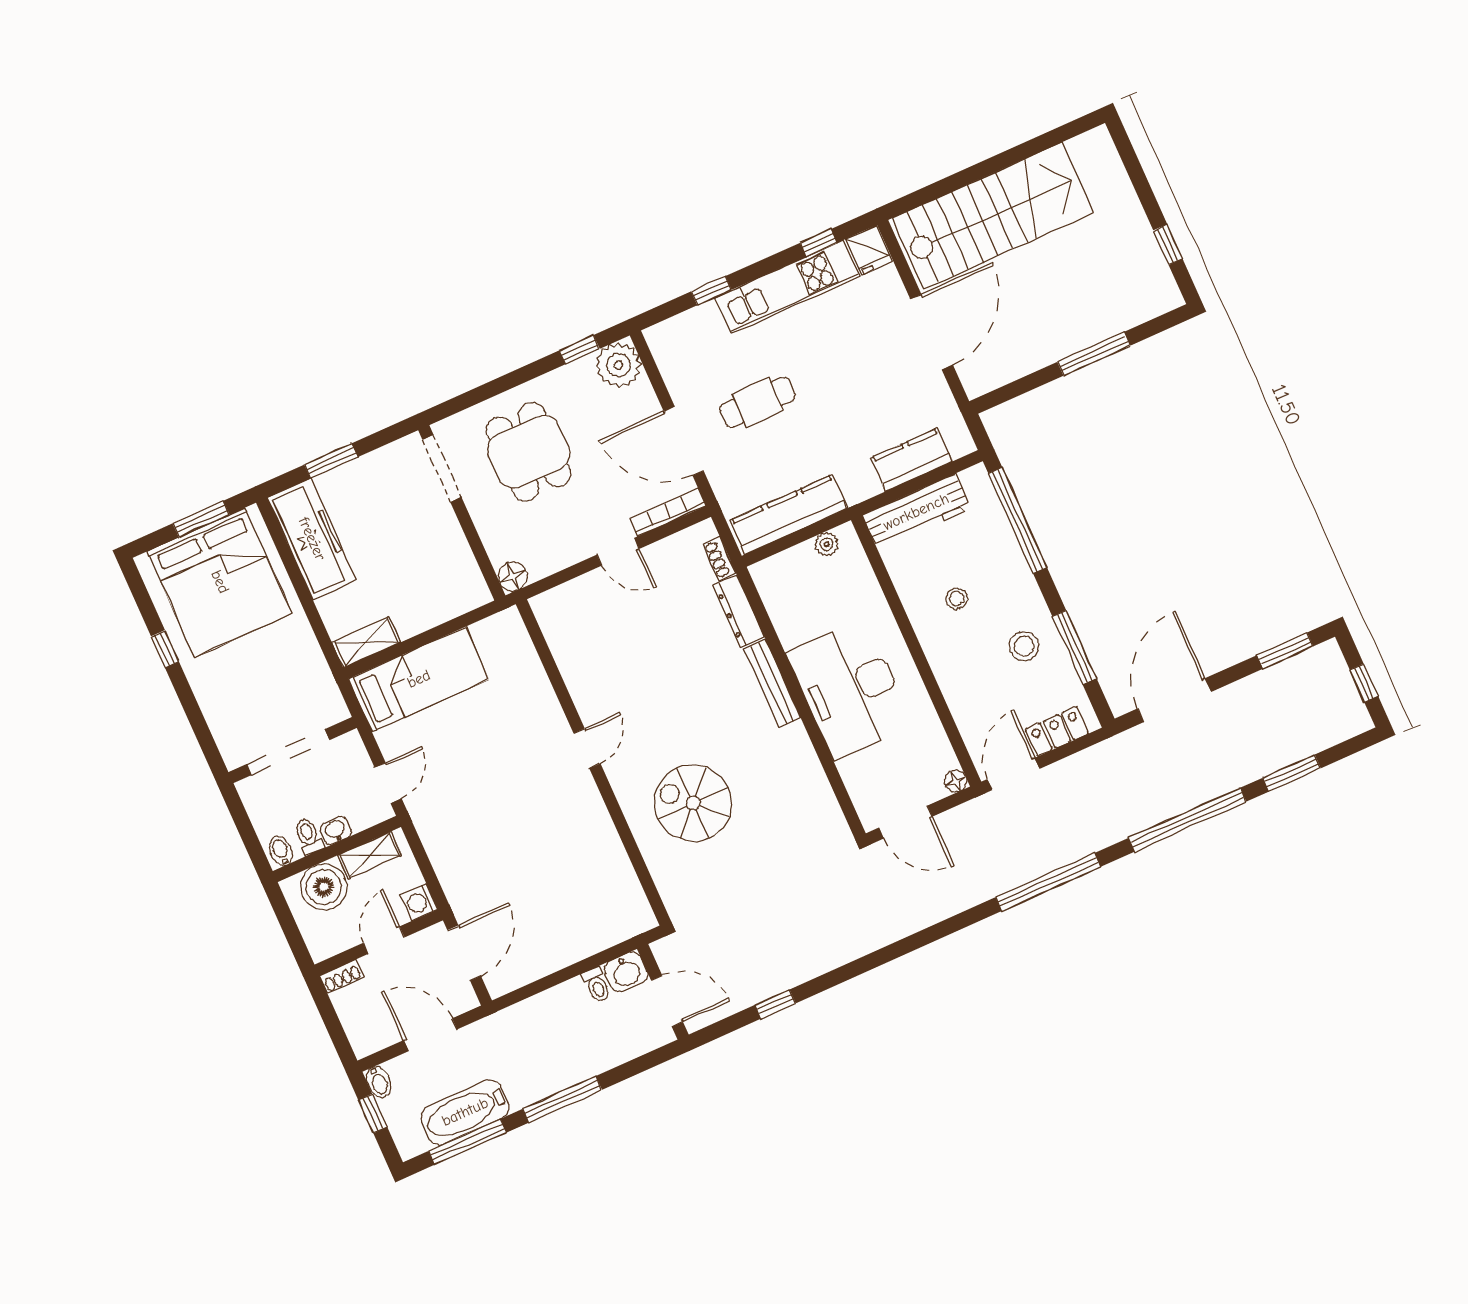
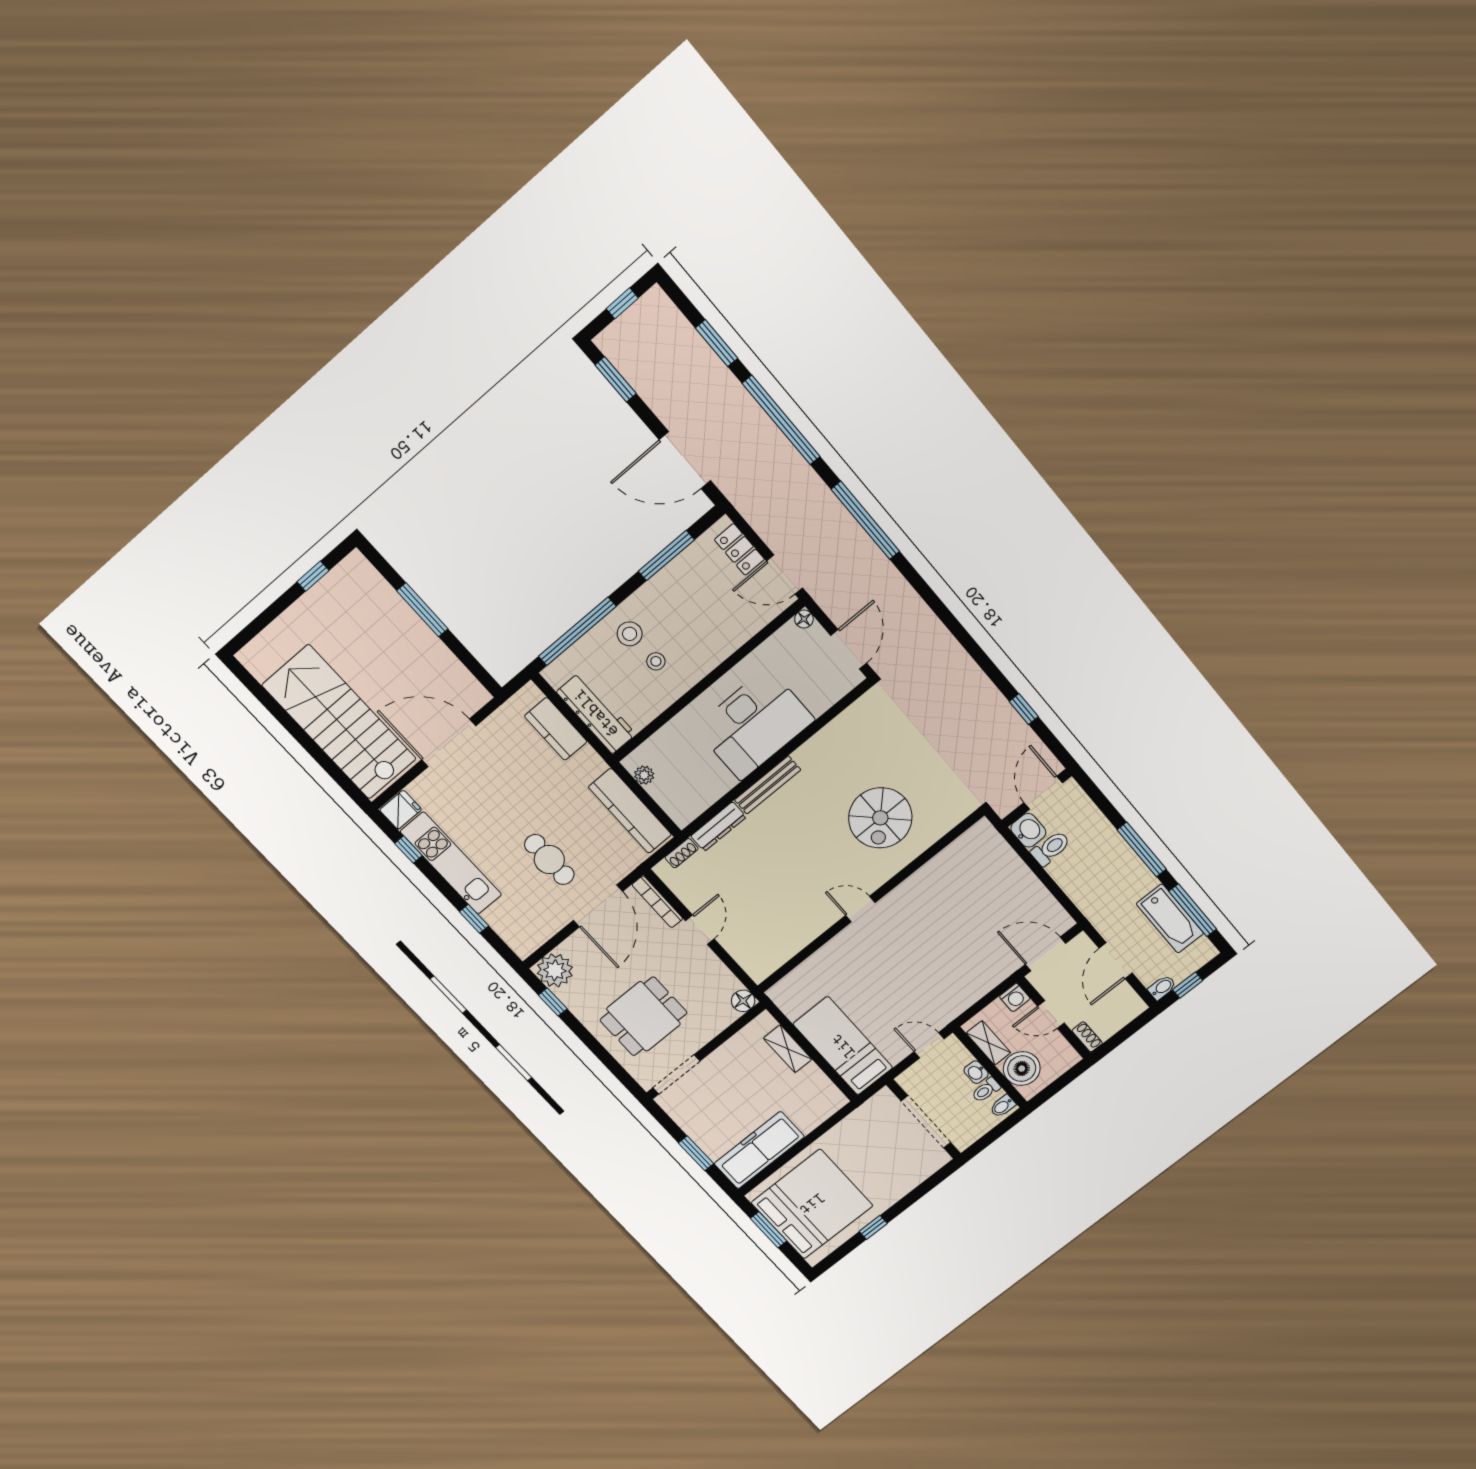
shelving: (366, 642) -> (788, 1049), moved
stool: (1024, 646) -> (630, 634), moved
toilet: (597, 985) -> (1051, 848), width x1.37, depth x1.39

